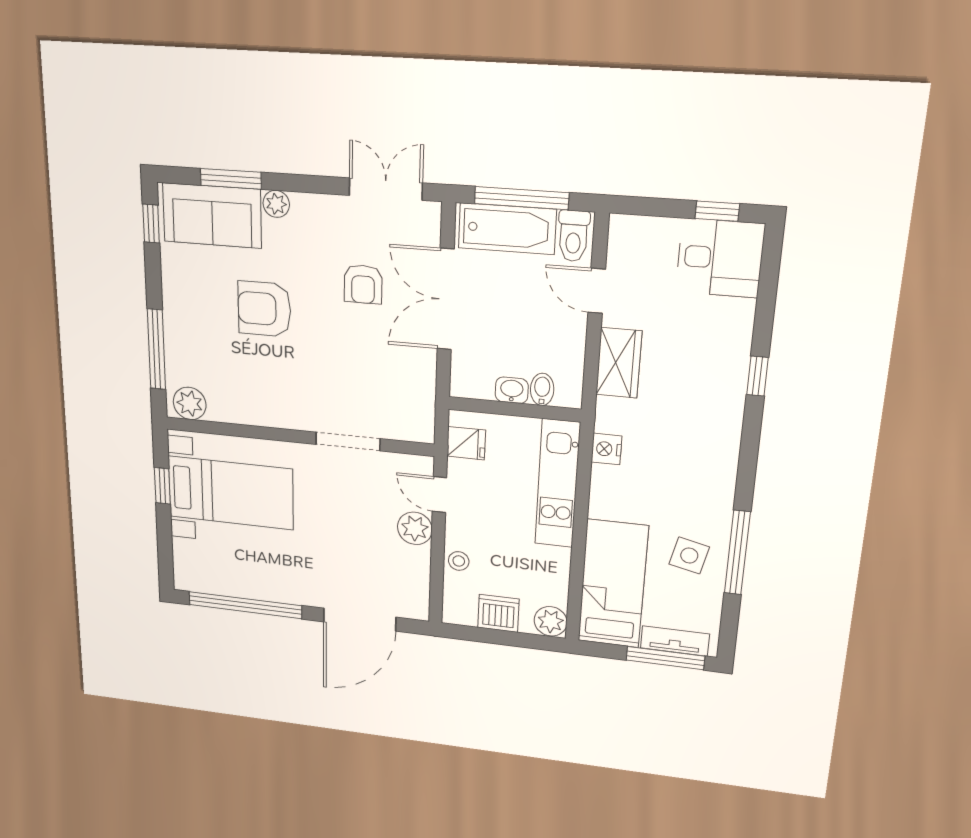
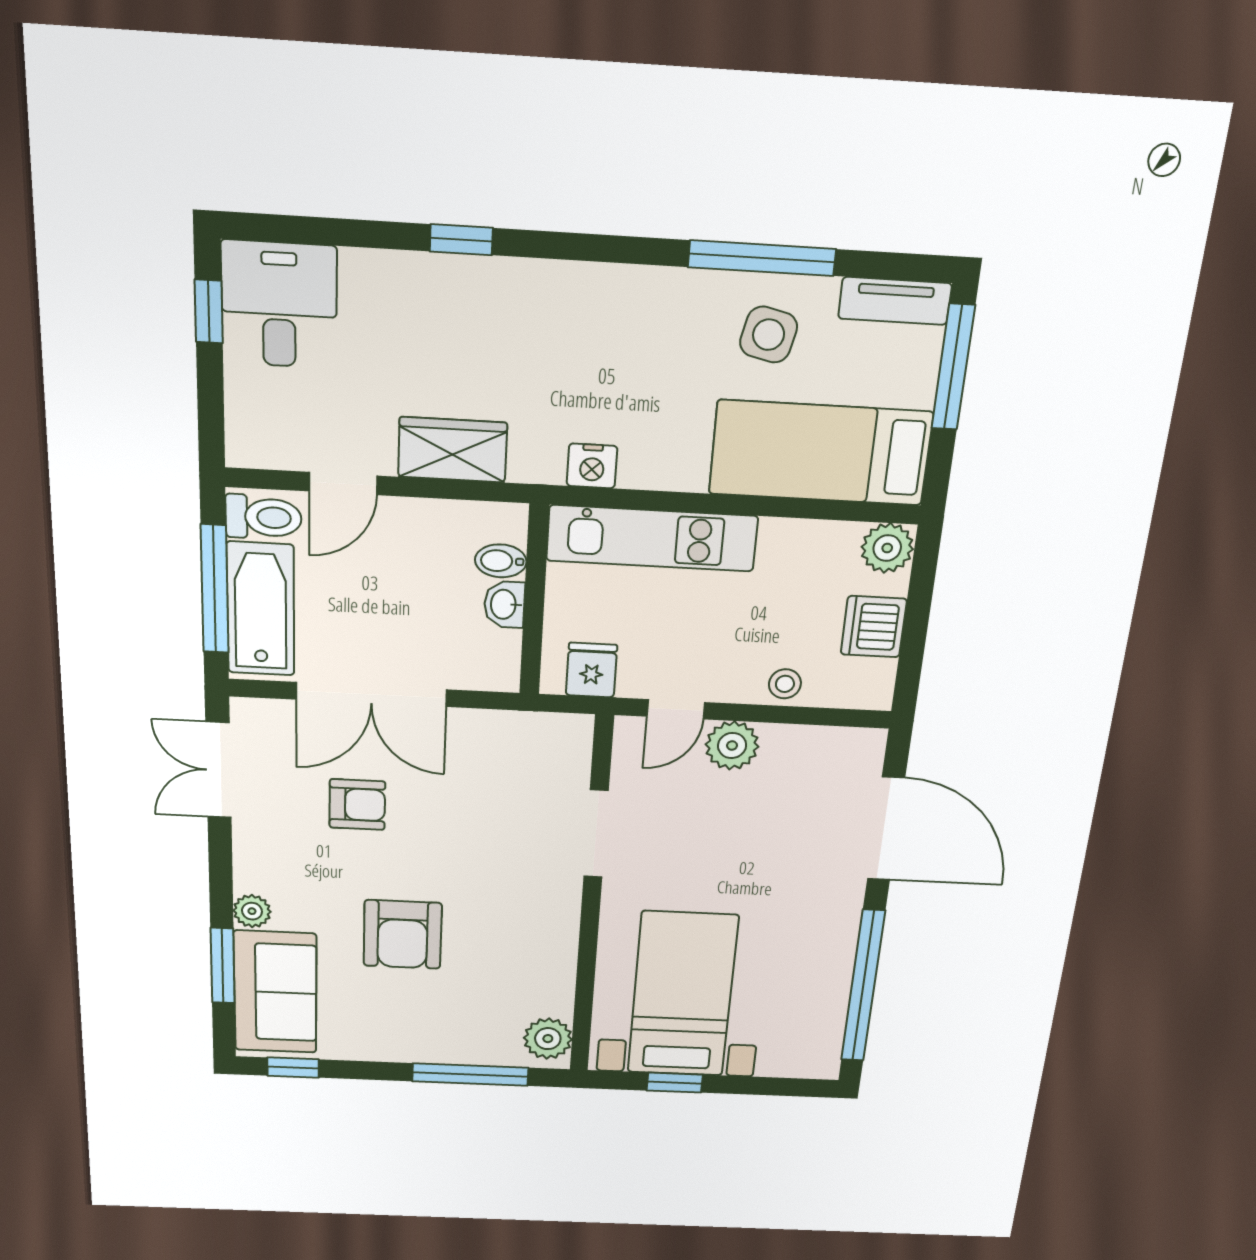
tv unit: (675, 641) -> (895, 301), moved, turned -90

